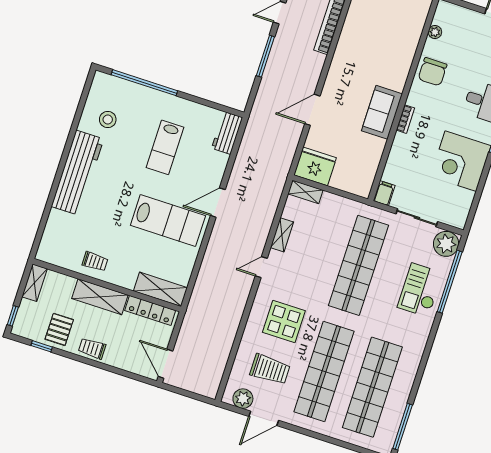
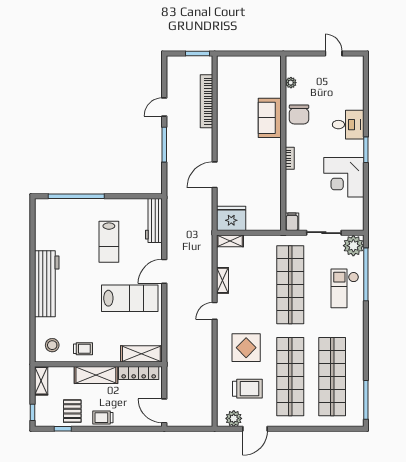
sofa: (382, 112) -> (270, 118), moved
stool: (108, 120) -> (52, 345), moved
workbench: (227, 133) -> (154, 221), width x1.38

